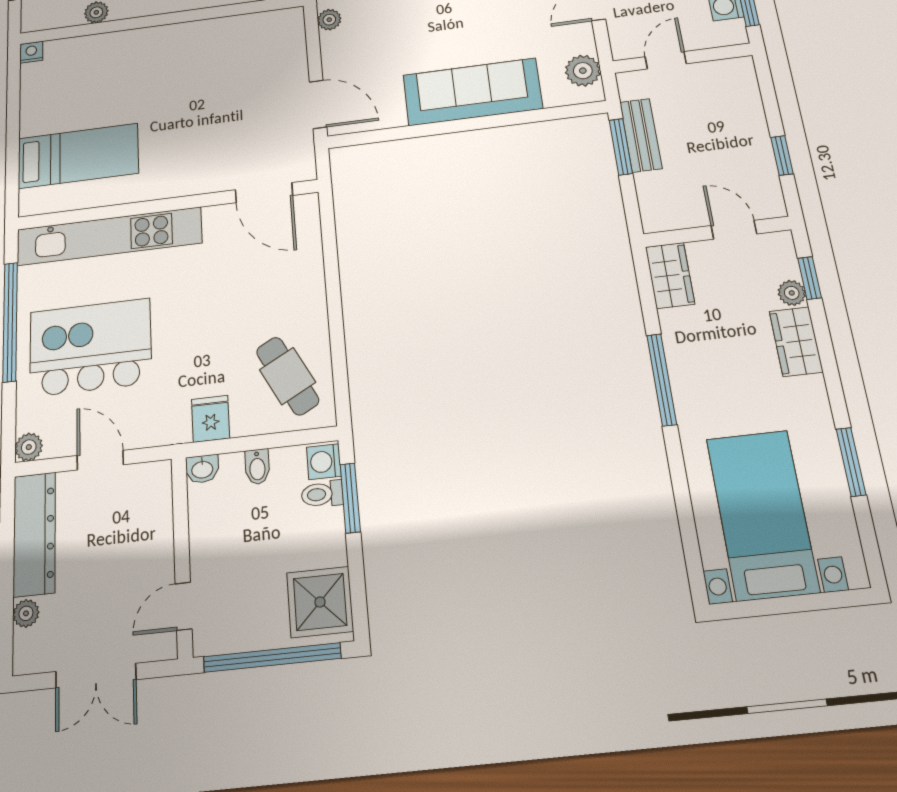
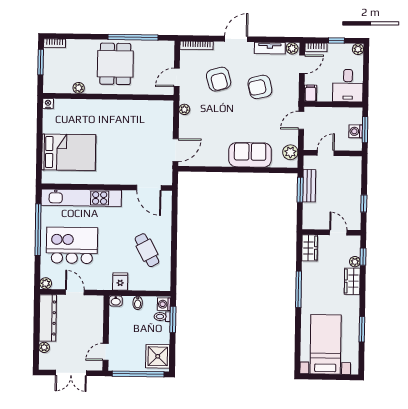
sofa: (472, 92) -> (250, 155), width x0.73
door: (318, 104) -> (176, 150), hinge flipped
bed: (78, 156) -> (69, 152), width x1.50
cafe table: (288, 376) -> (147, 250), moved

